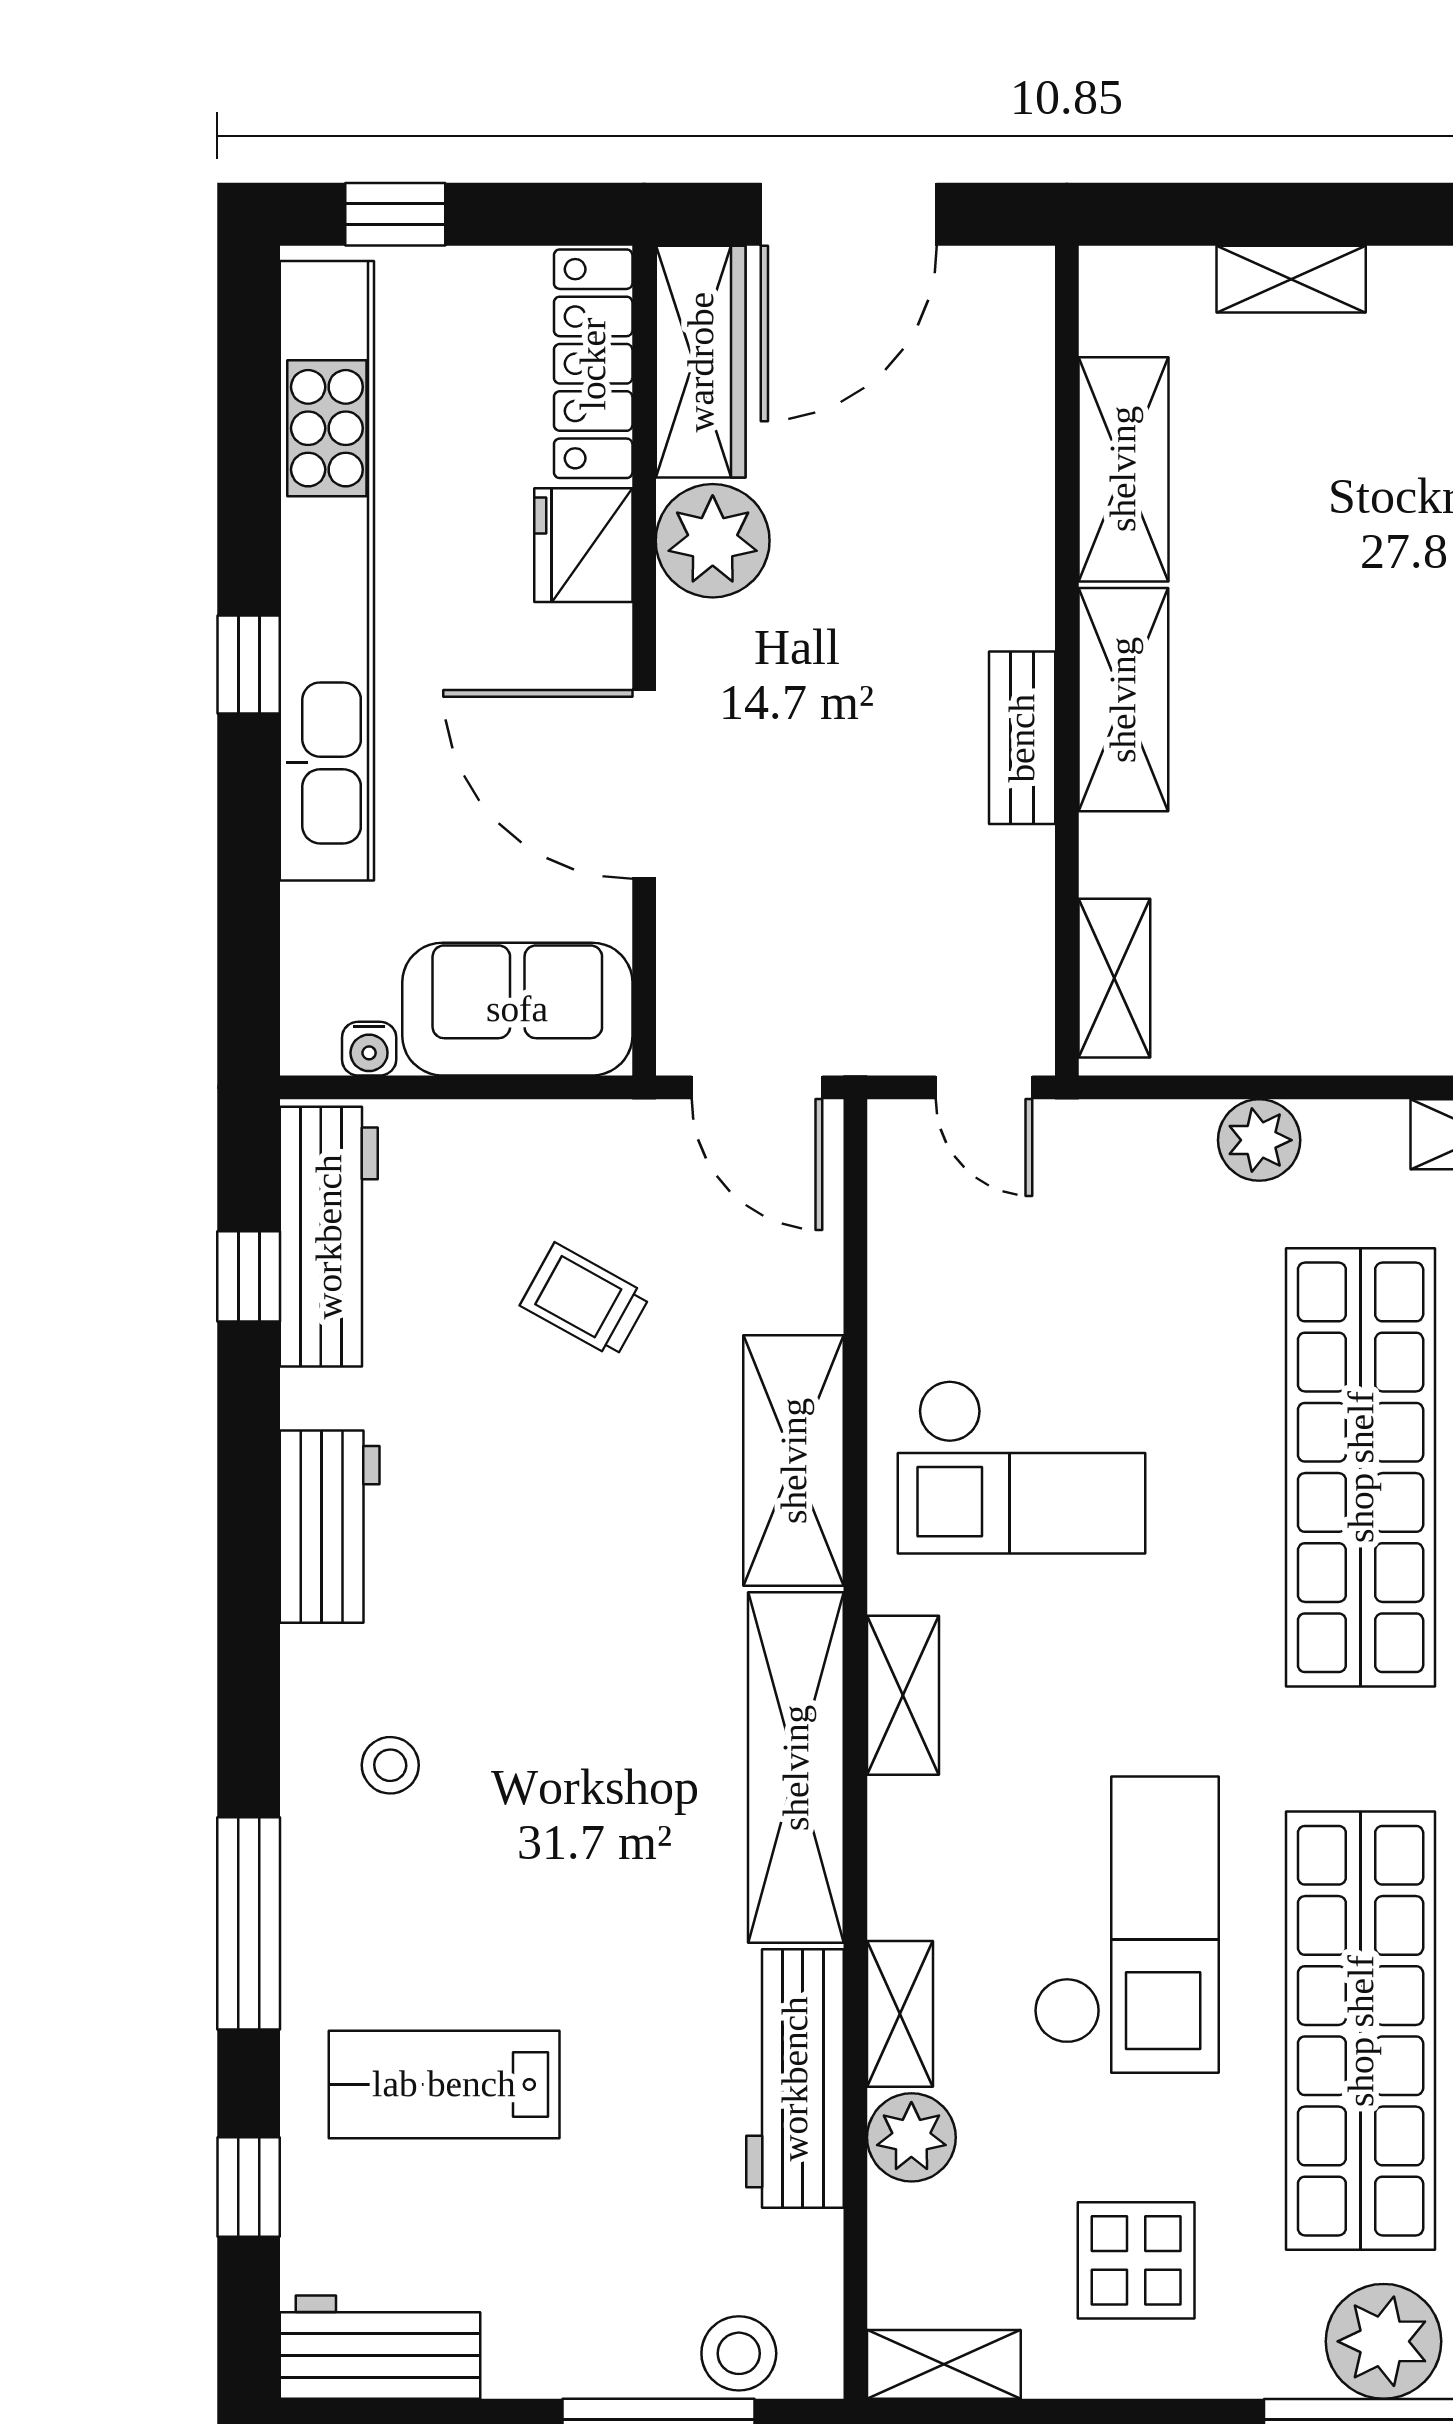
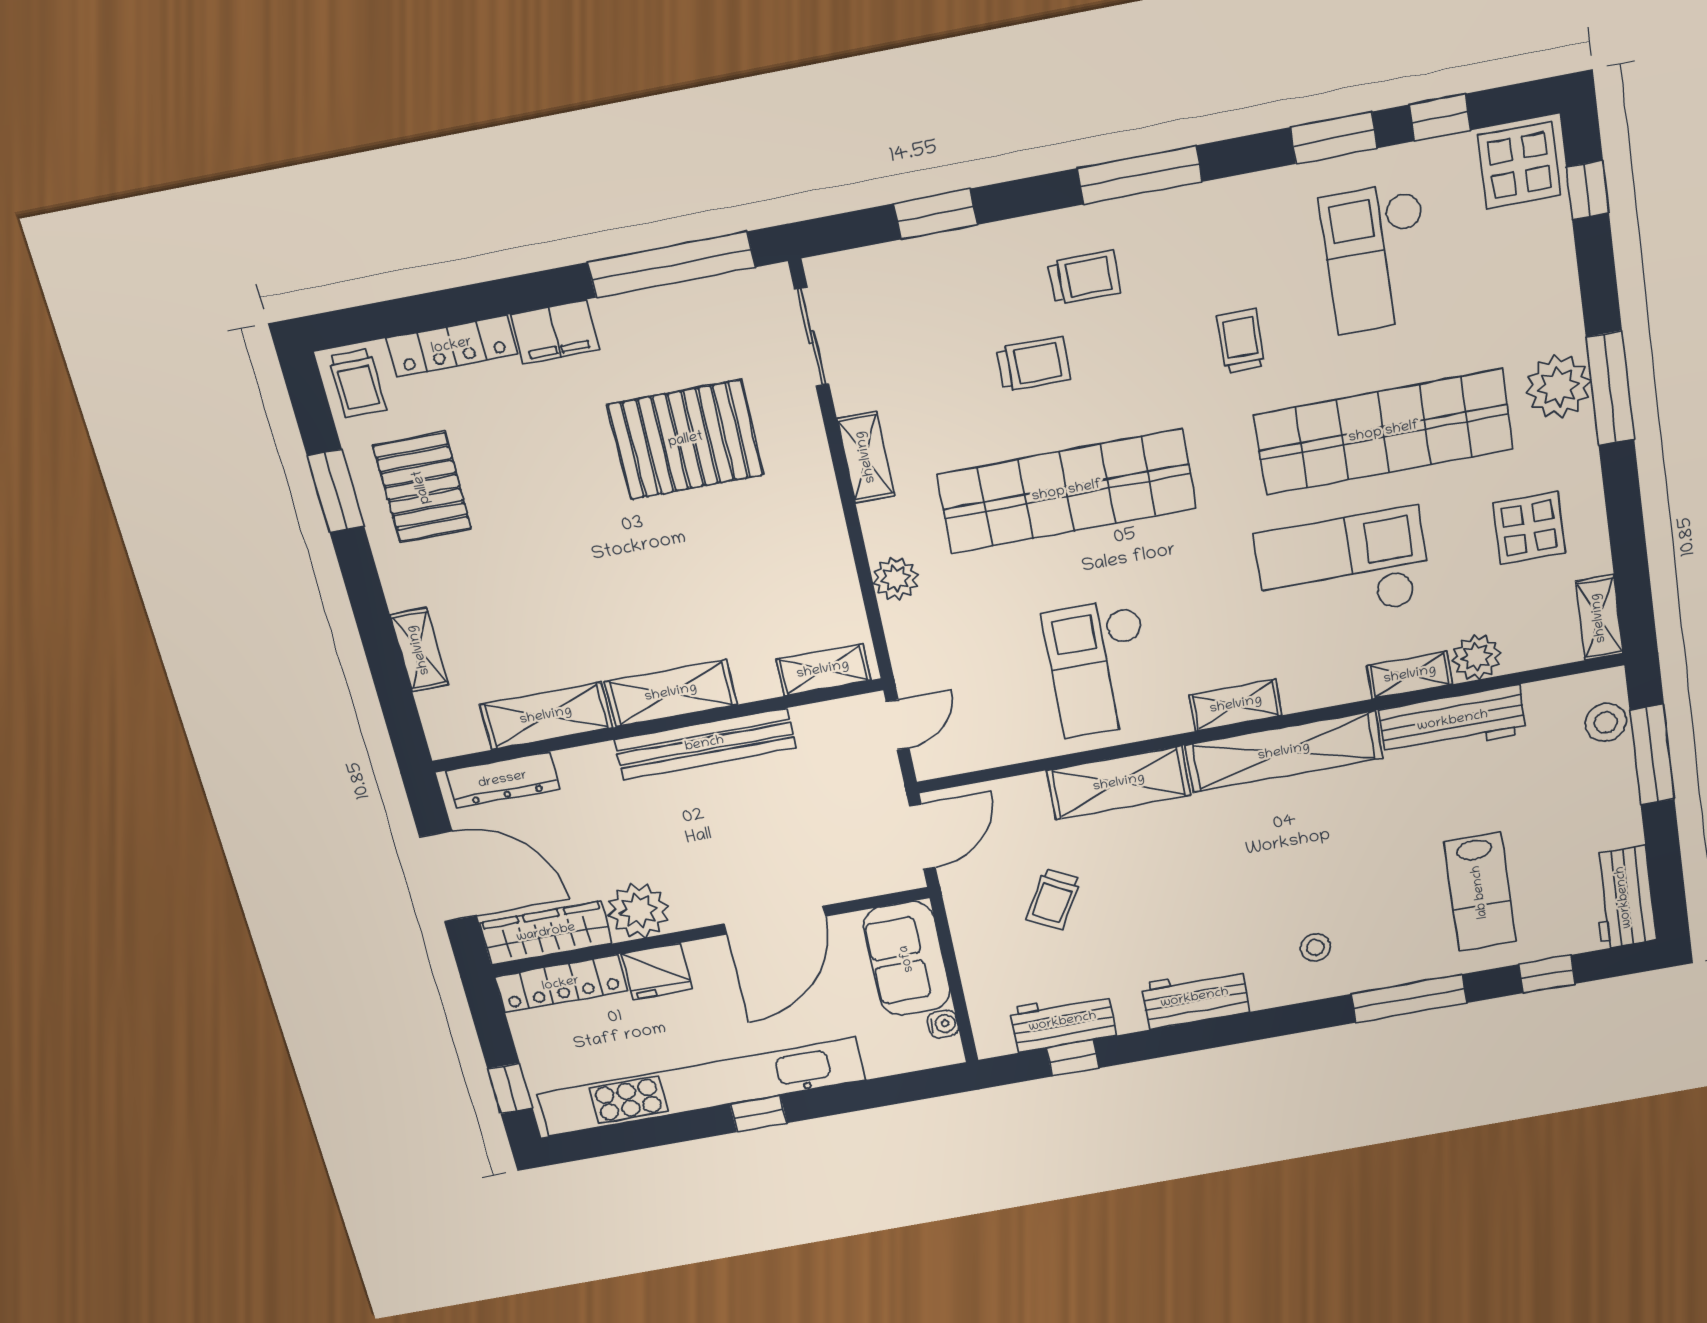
dresser: (1017, 362) -> (503, 780), added
bench: (1022, 738) -> (705, 744), width x1.86, depth x1.21
workbench: (329, 1237) -> (1063, 1022), width x0.73
checkout: (1021, 1467) -> (1100, 668), turned 180

